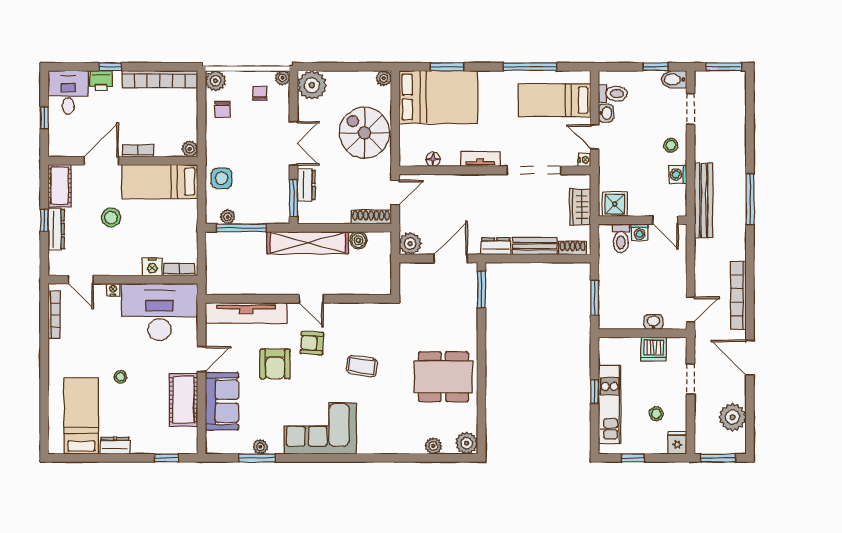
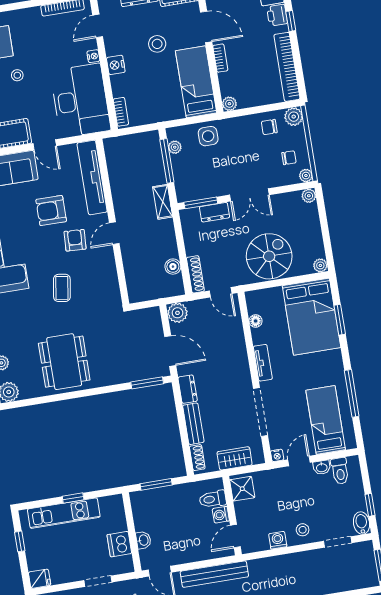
plant: (312, 85) -> (309, 196), width x0.53, depth x0.53
bench: (704, 201) -> (214, 574), moved
shelving: (308, 243) -> (163, 202), width x0.45, depth x0.75
nightstand: (152, 267) -> (116, 65), moved
stool: (656, 414) -> (62, 556), removed

